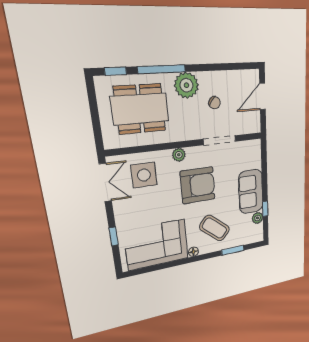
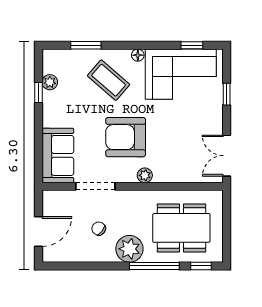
side table: (144, 175) -> (186, 158), removed
sofa: (251, 192) -> (58, 155), moved
window: (150, 269) -> (192, 45), added

